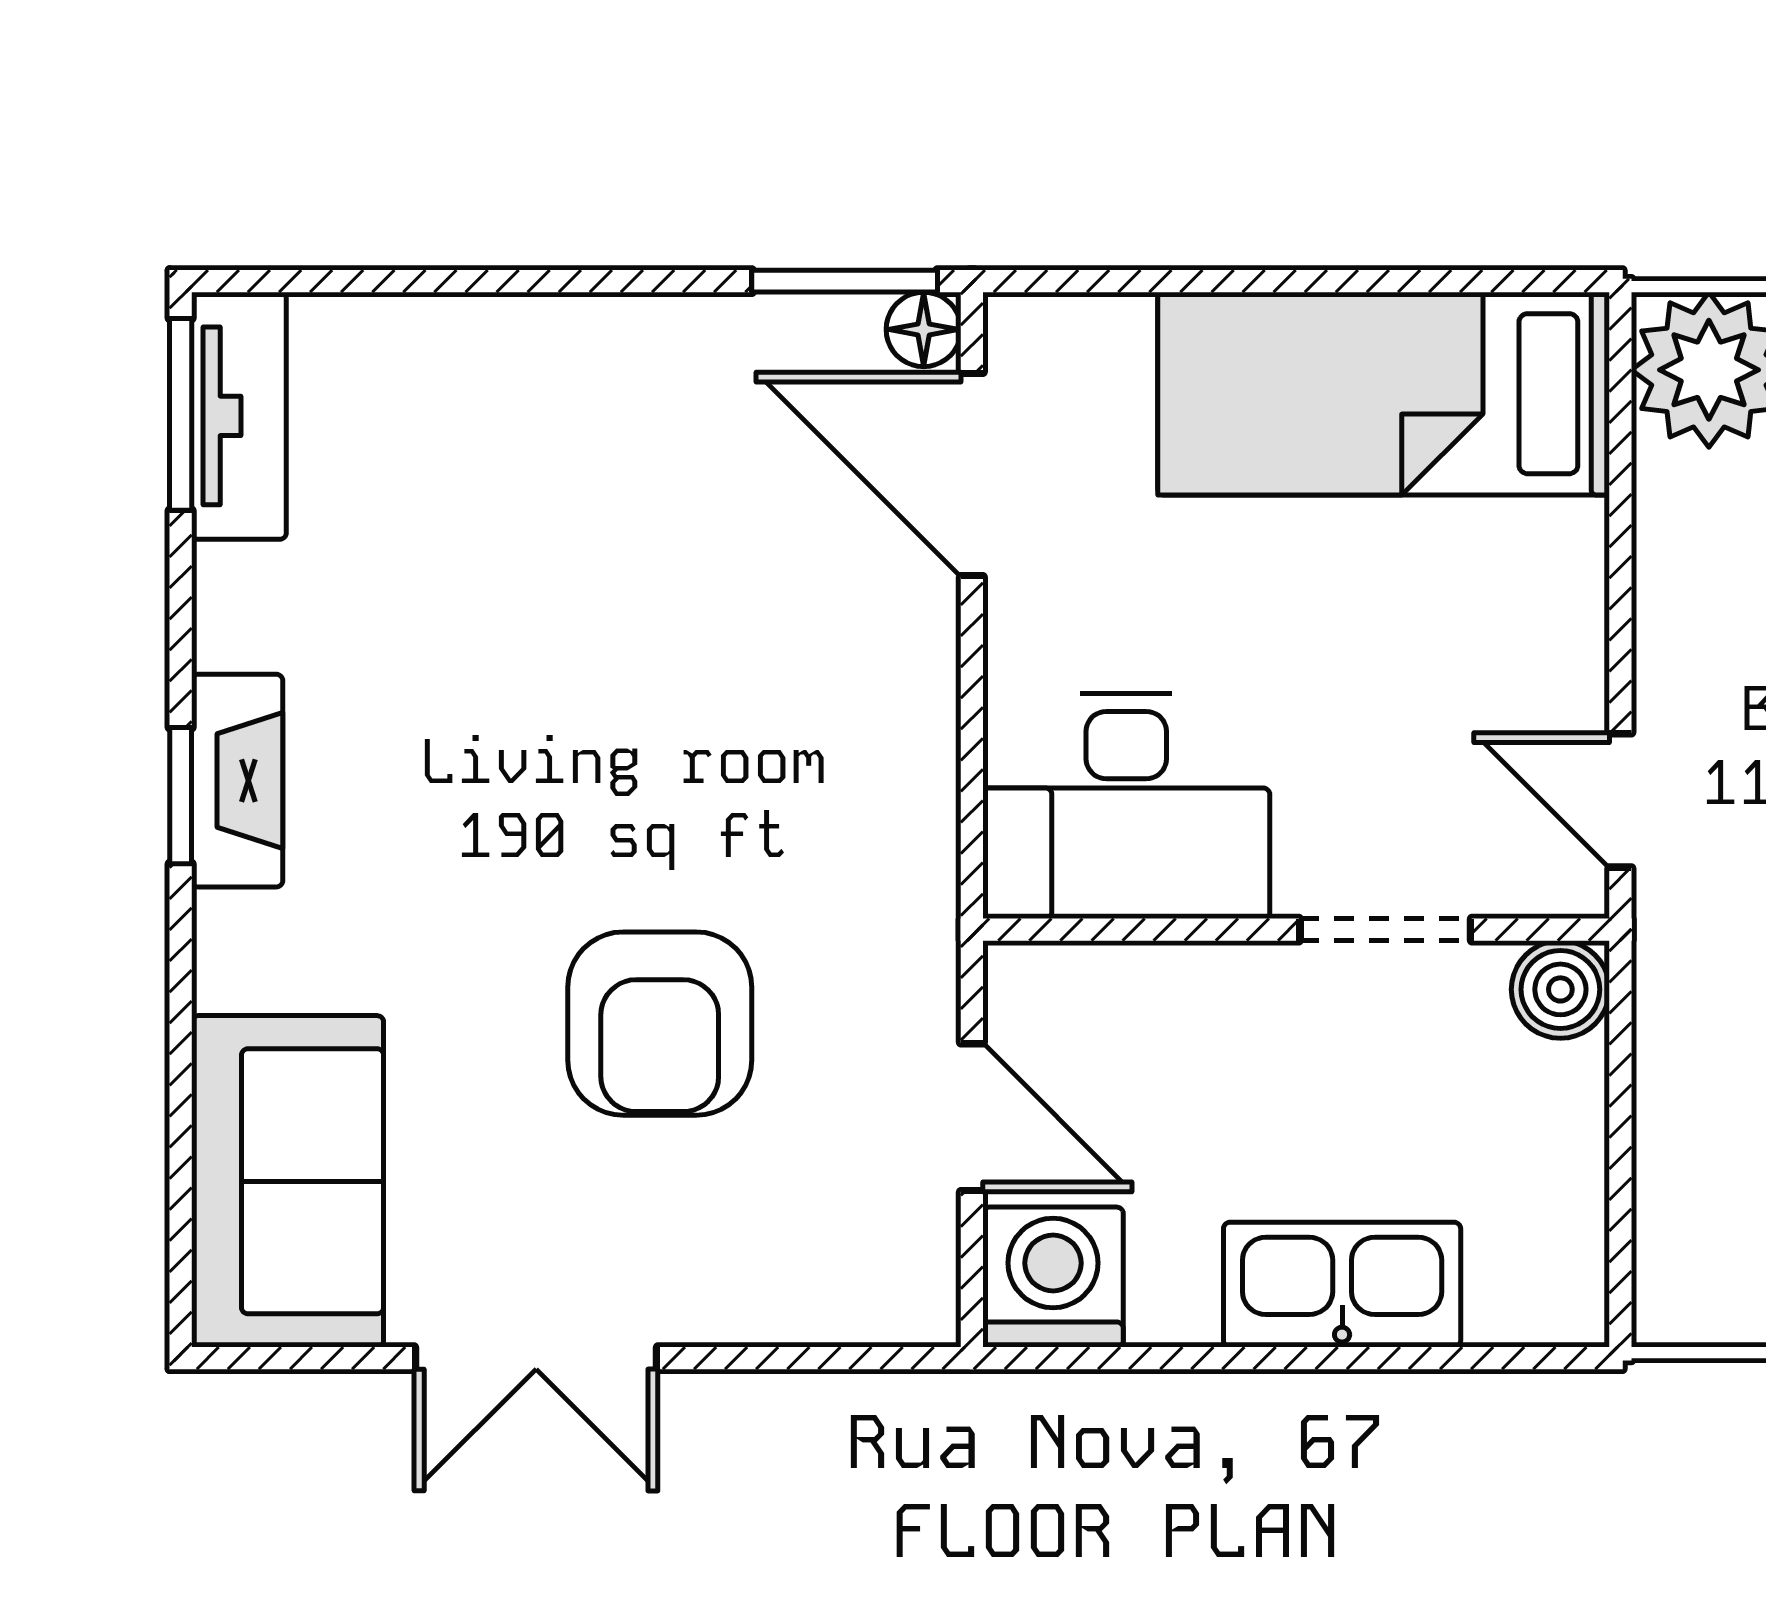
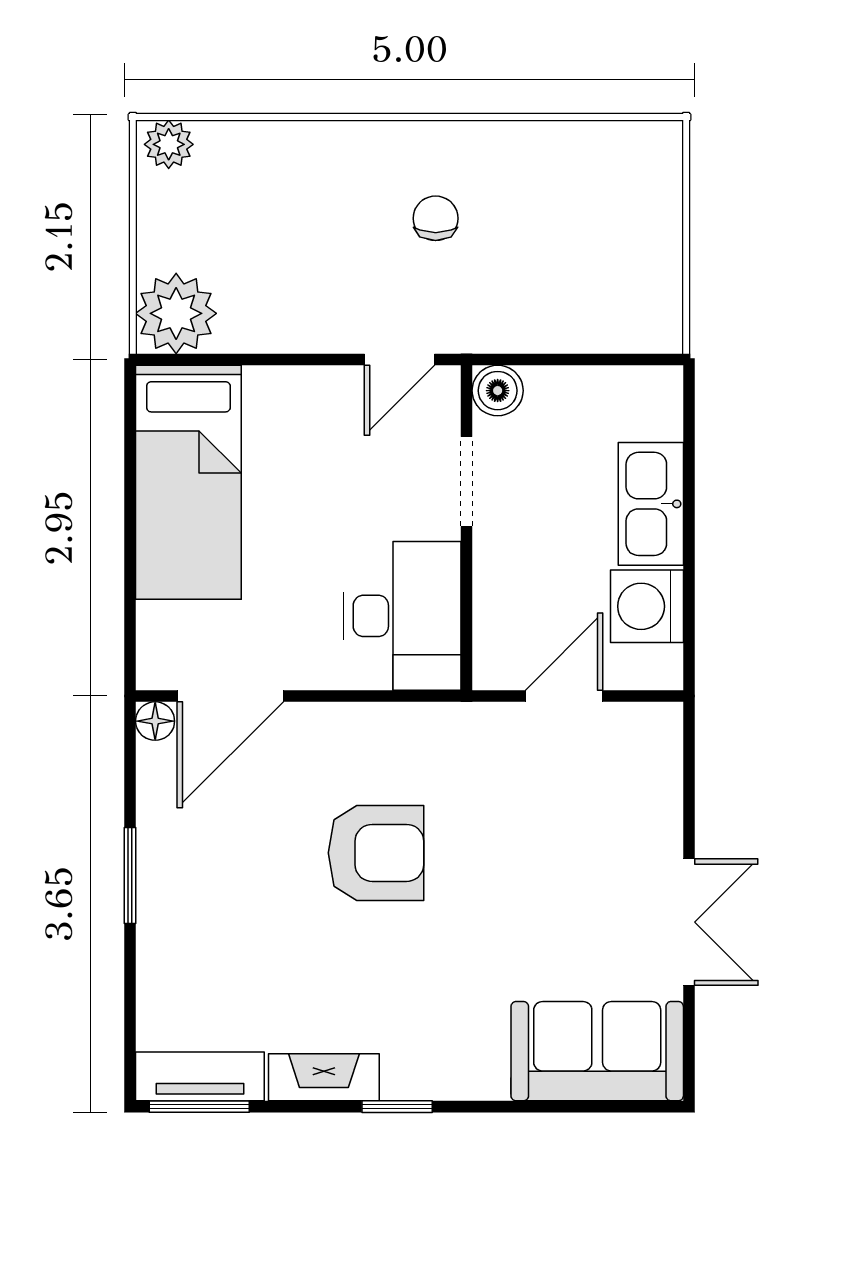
window: (845, 281) -> (130, 876), moved
fireplace: (237, 781) -> (324, 1077), moved
armchair: (660, 1024) -> (376, 853), moved
washing machine: (1053, 1277) -> (647, 606), moved

